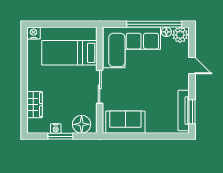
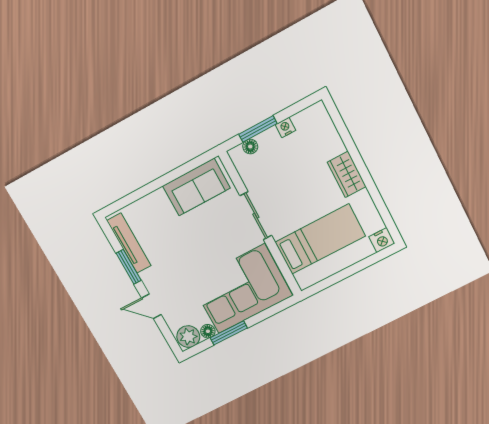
window: (154, 24) -> (229, 333), width x0.47
wardrobe: (35, 105) -> (347, 174), moved
window: (192, 112) -> (129, 267), moved
floor lamp: (82, 124) -> (250, 147), width x0.53, depth x0.53
window: (60, 136) -> (258, 129), moved

